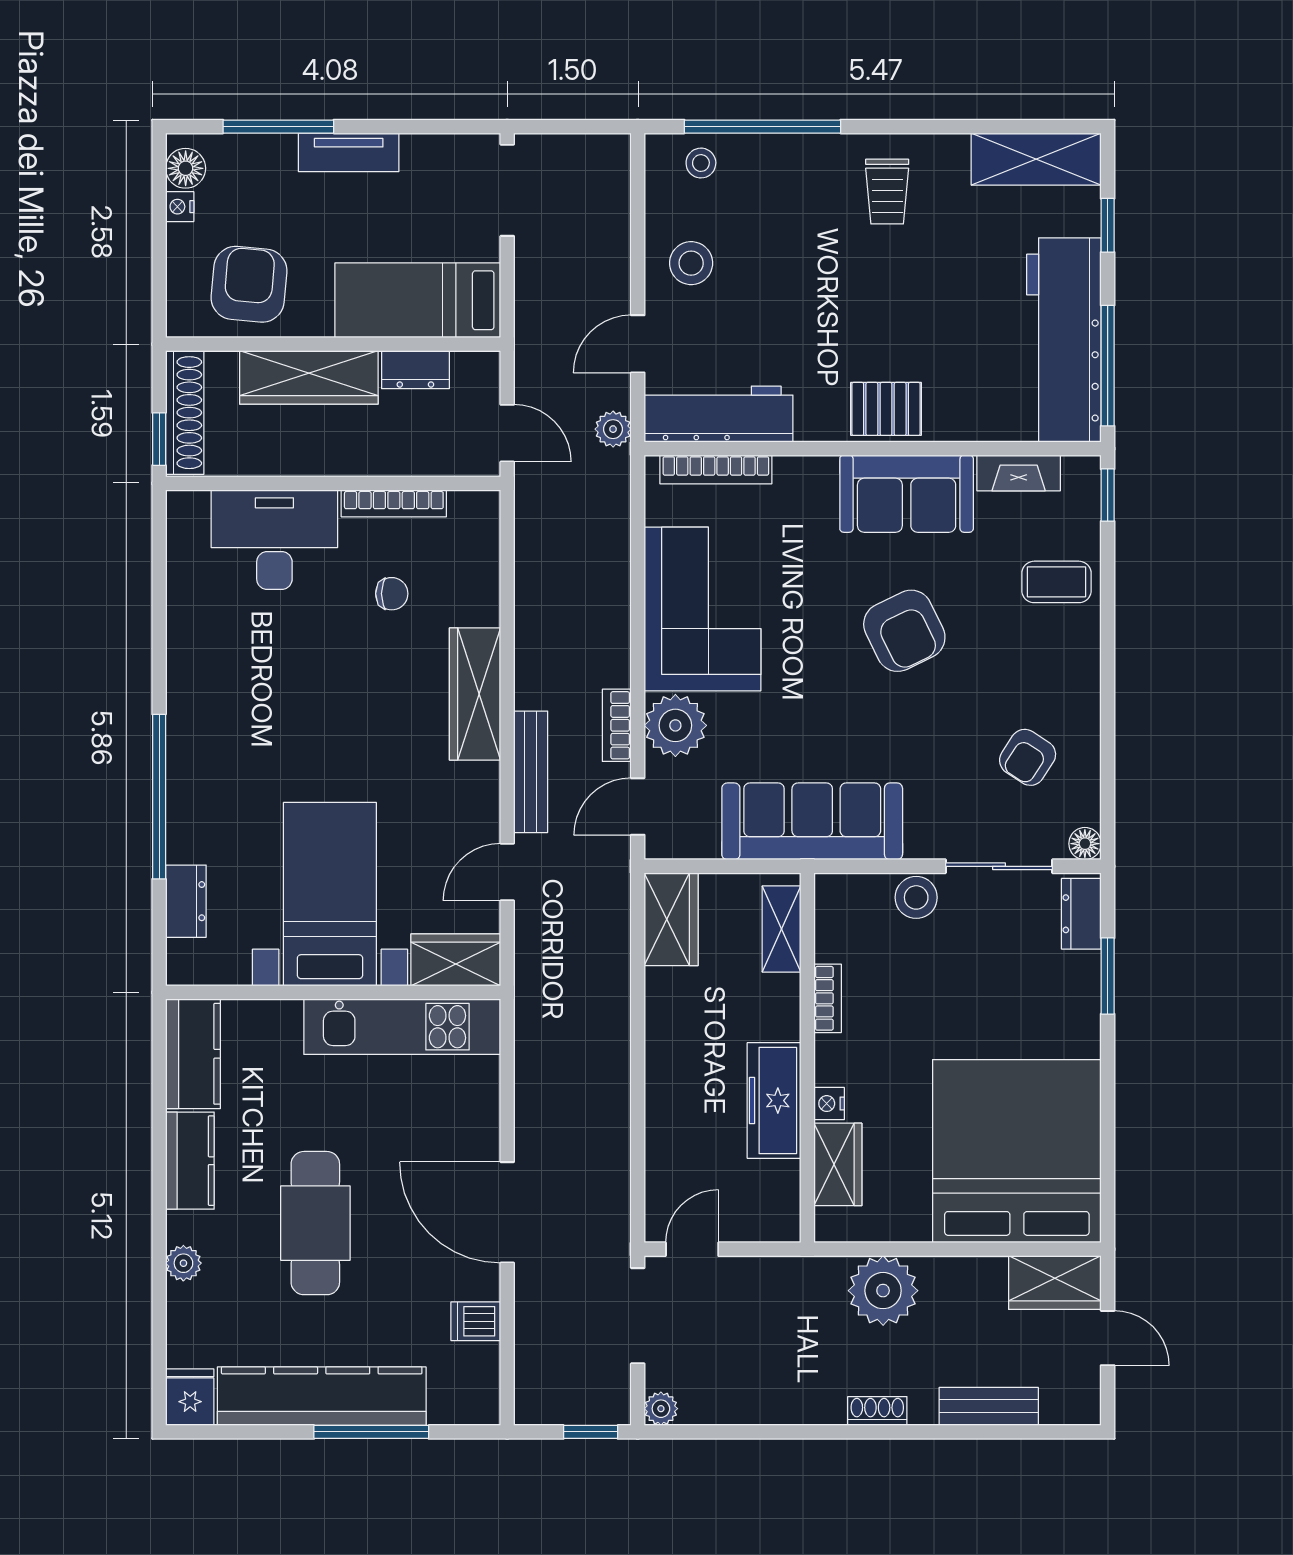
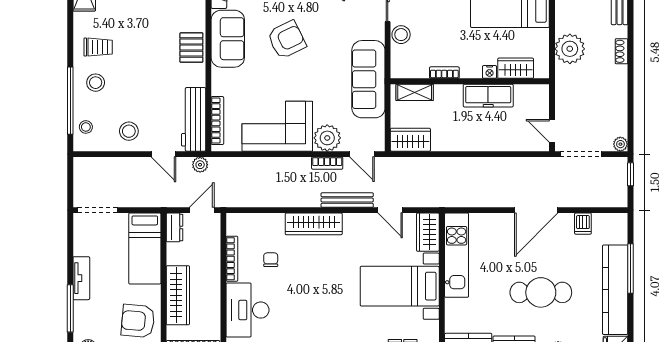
stool: (804, 186) -> (96, 83), added
dresser: (415, 370) -> (175, 227), moved

